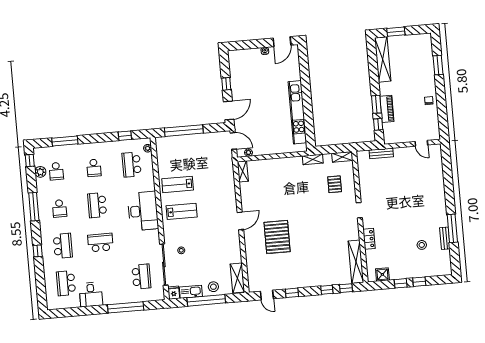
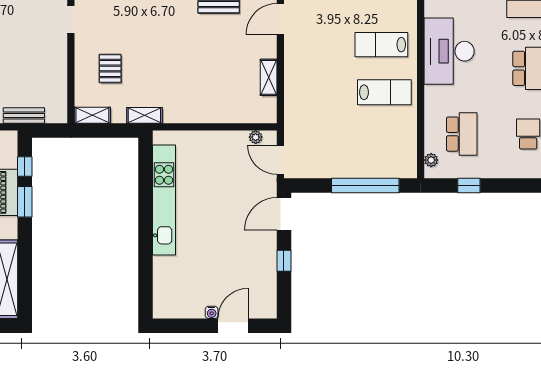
door: (282, 42) -> (233, 326), moved
shelving: (243, 171) -> (269, 77), moved

